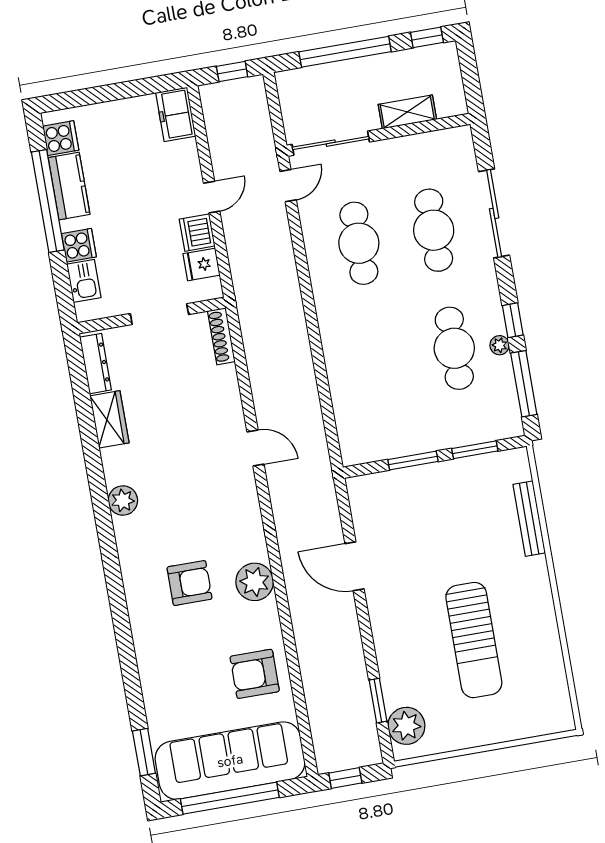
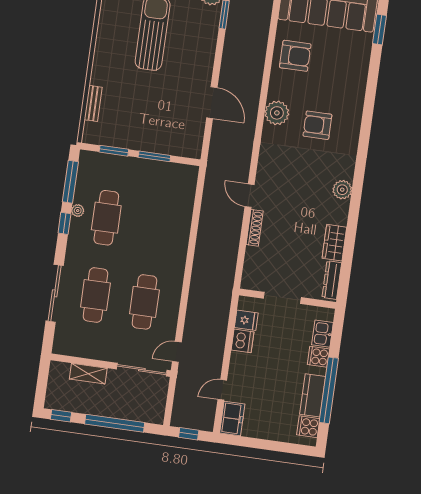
door: (212, 197) -> (222, 390), moved
shoe rack: (221, 336) -> (255, 228), moved
bench: (529, 519) -> (93, 103), width x0.73

